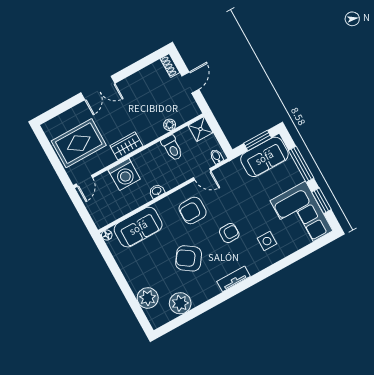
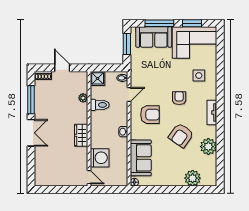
window: (135, 67) -> (31, 100), added
rug: (79, 143) -> (61, 167), removed
sofa: (264, 157) -> (154, 37), moved, turned 90
washing machine: (124, 174) -> (100, 158), moved
armchair: (193, 210) -> (150, 115), turned -90
plant: (180, 303) -> (208, 147), moved

